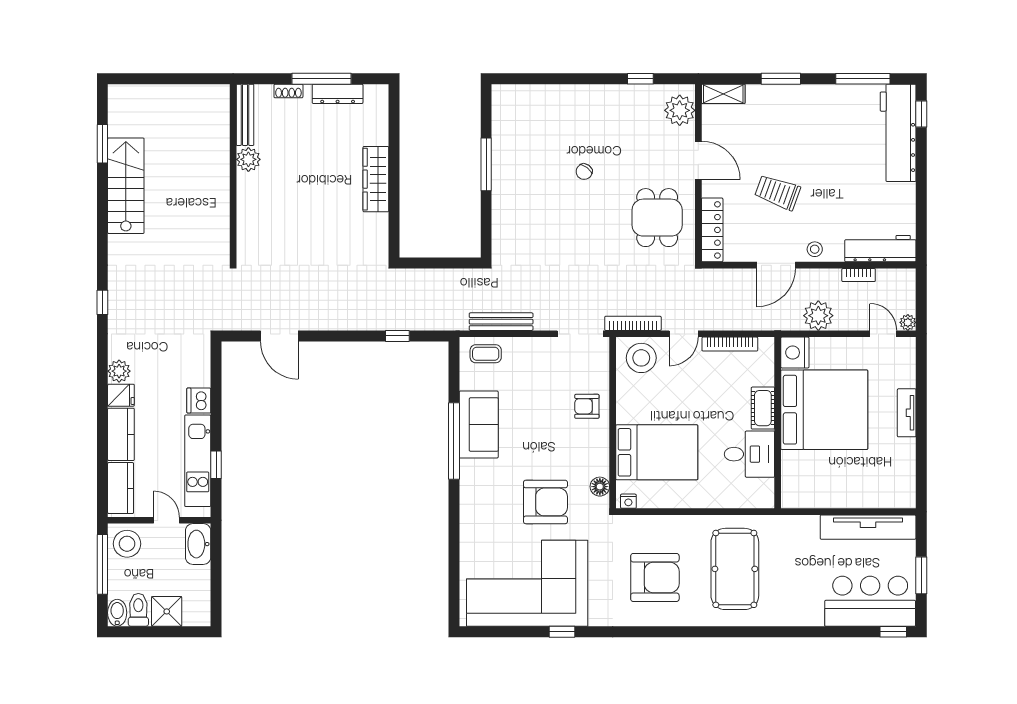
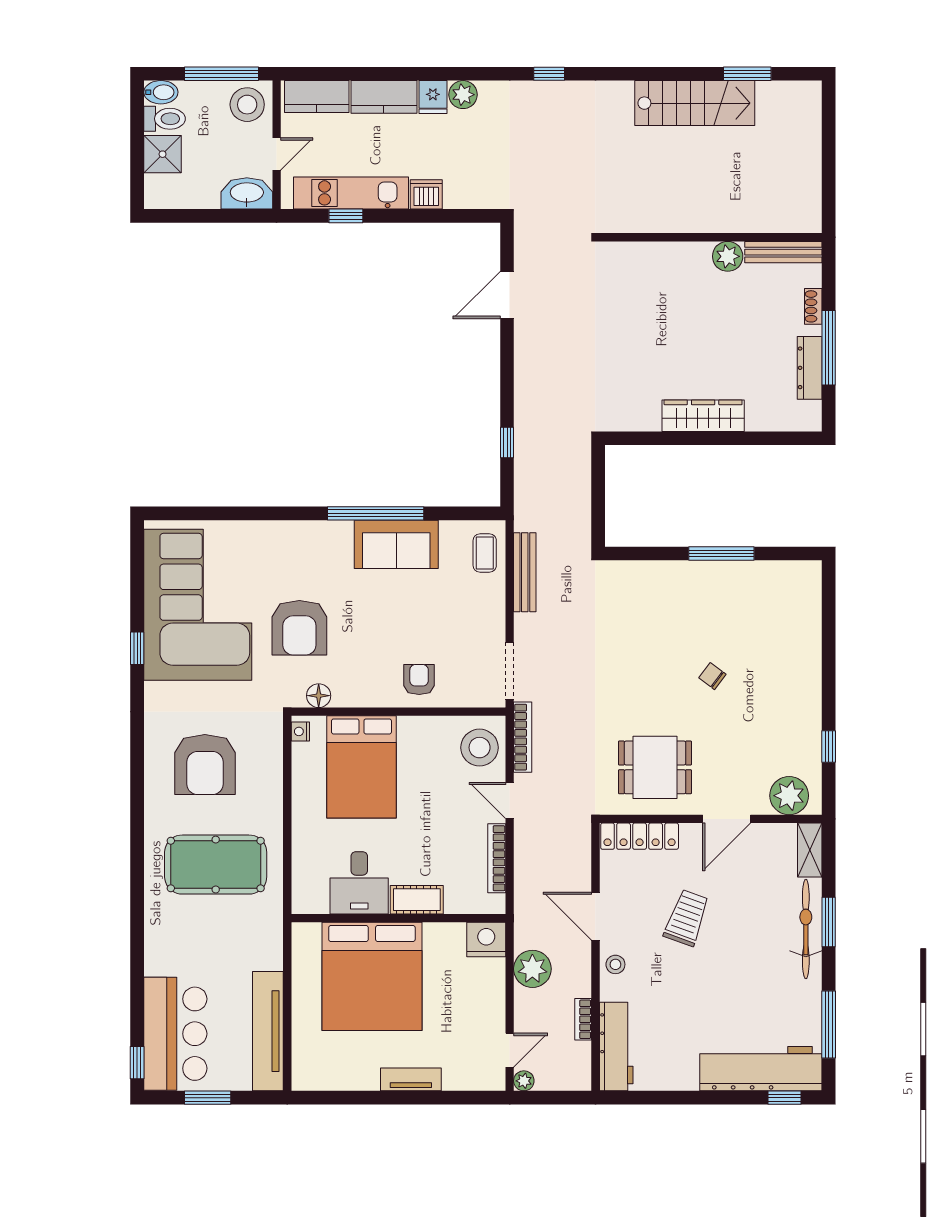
bicycle: (786, 97) -> (806, 929), added
bed: (824, 410) -> (372, 976), moved

